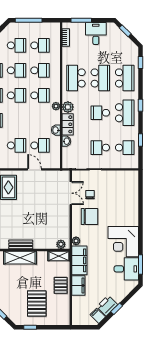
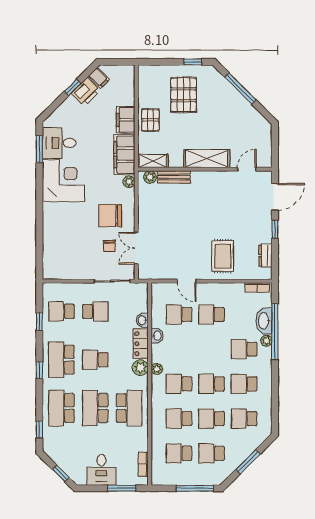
school desk: (100, 113) -> (95, 360), turned 180
bench: (21, 244) -> (174, 177), moved

